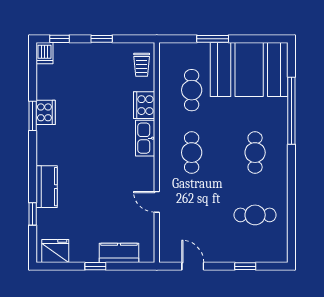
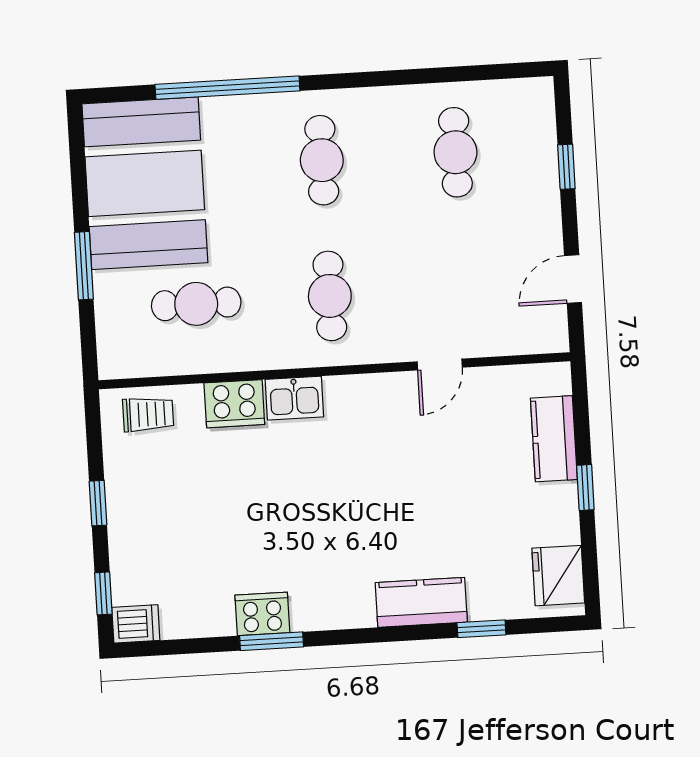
kitchen sink: (145, 138) -> (294, 398), width x0.73
cafe table: (192, 153) -> (330, 296), turned 90
cafe table: (255, 153) -> (322, 160), turned 90

